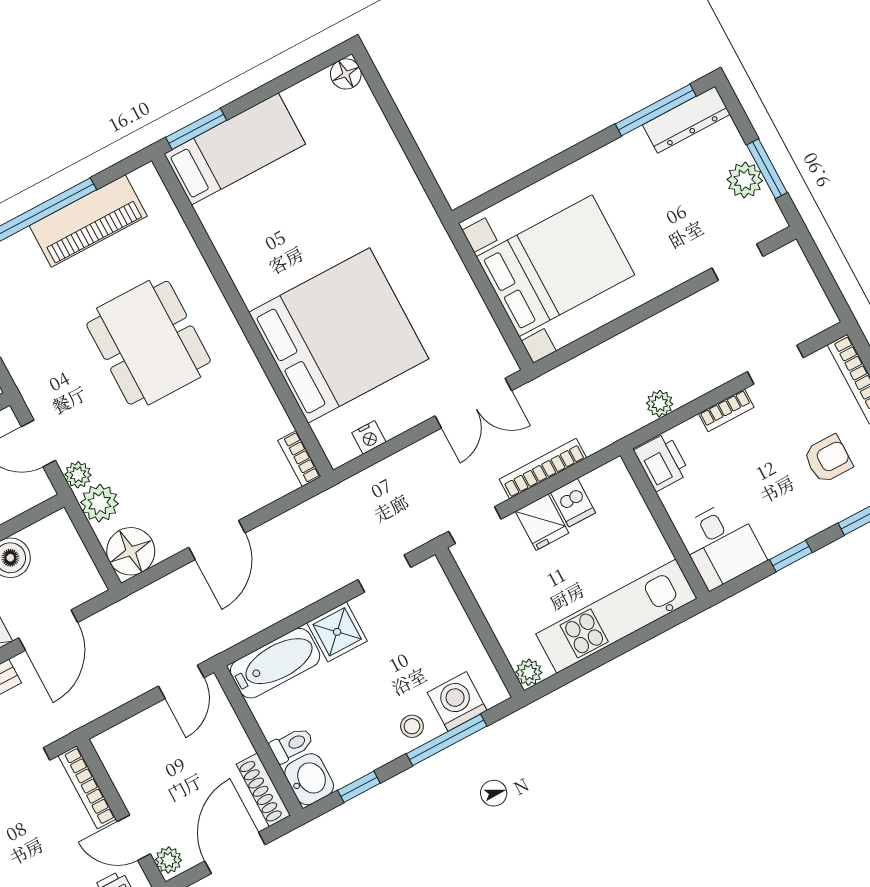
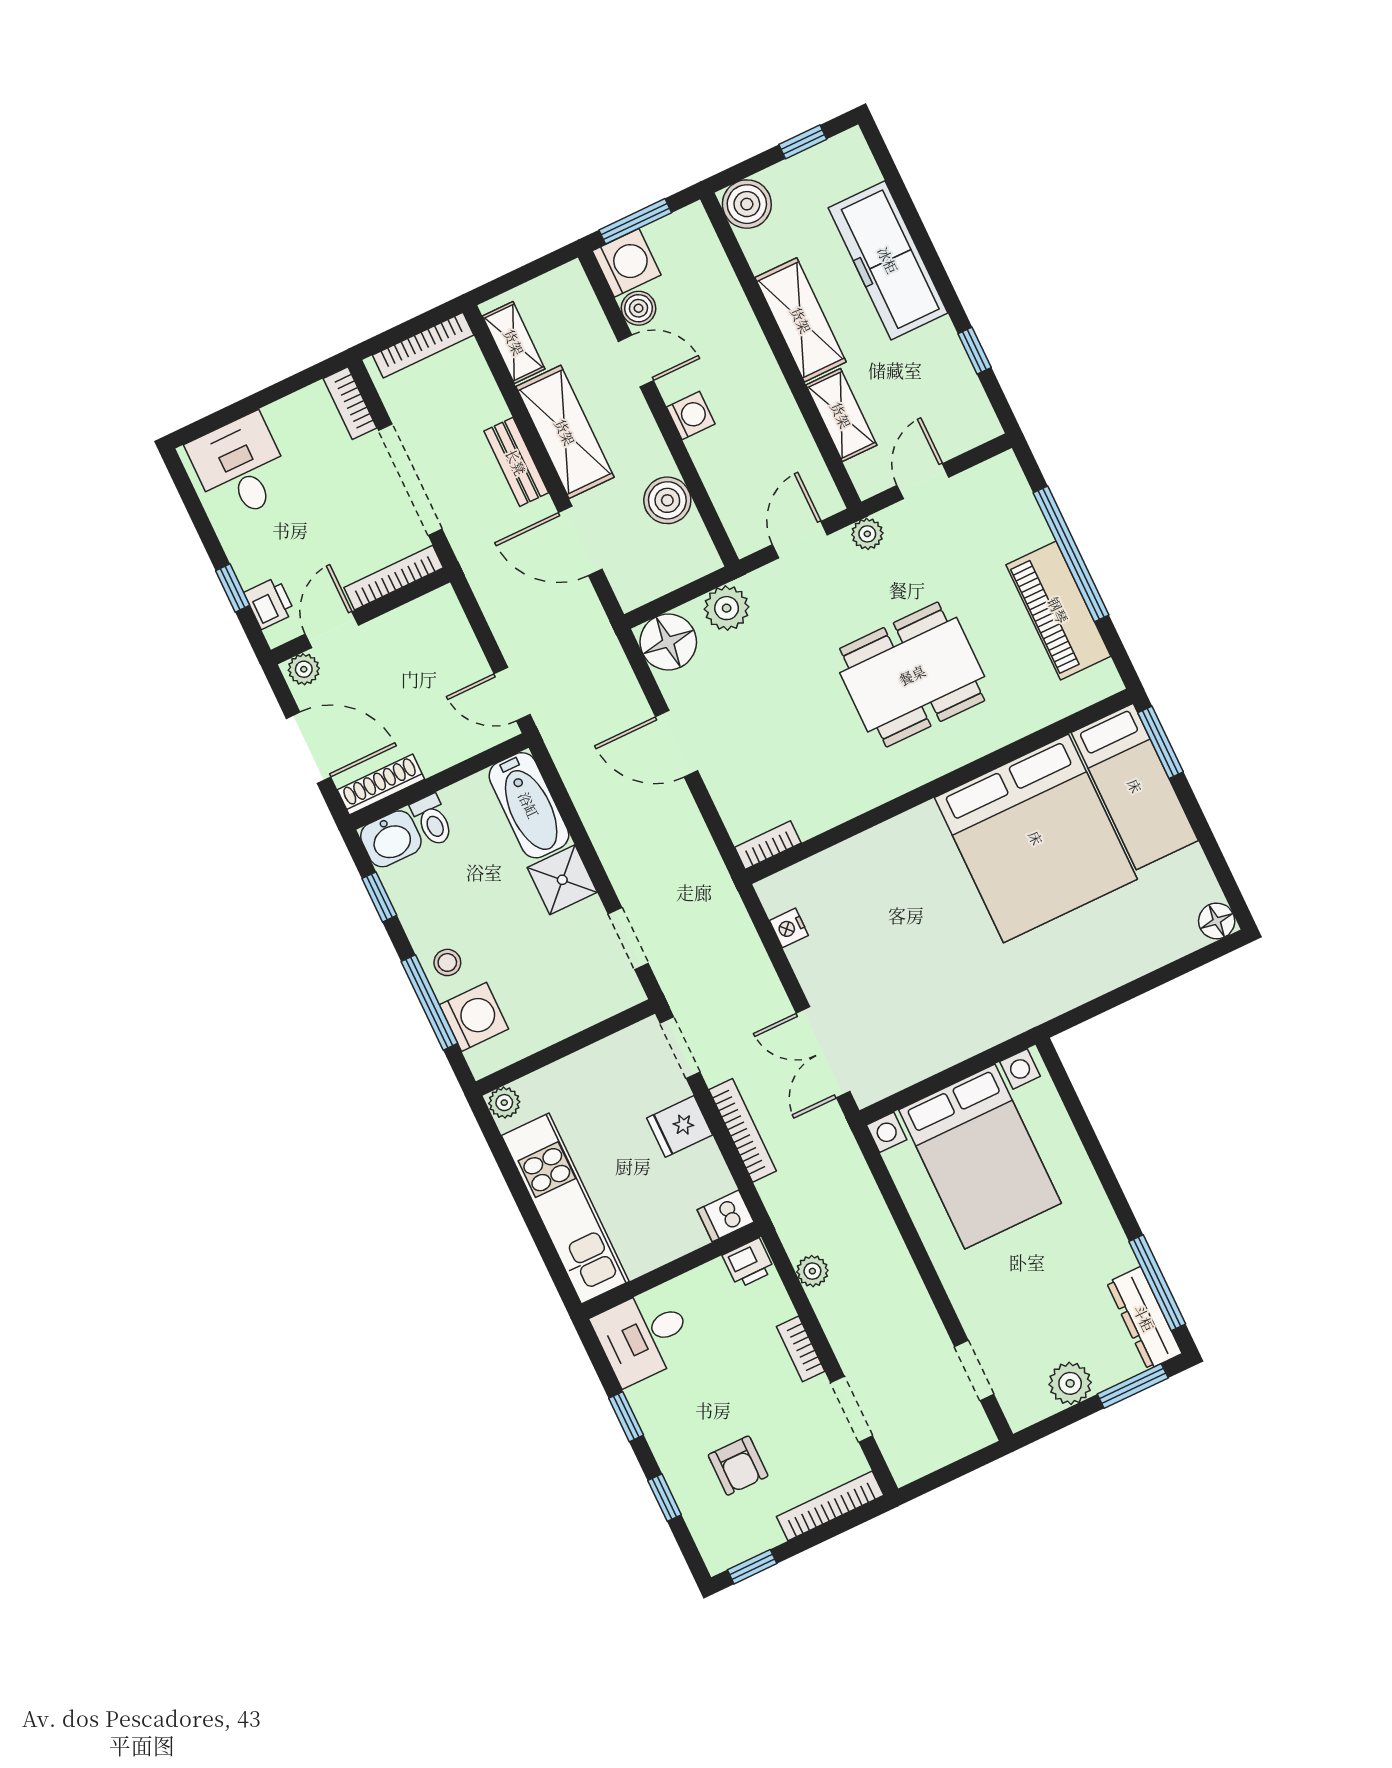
window: (767, 169) -> (1133, 1386), moved
bed: (339, 336) -> (1036, 838), moved
printer: (662, 462) -> (749, 1263), width x0.73, depth x0.81
plant: (78, 475) -> (867, 534), moved
dishwasher: (573, 503) -> (726, 1216), moved

